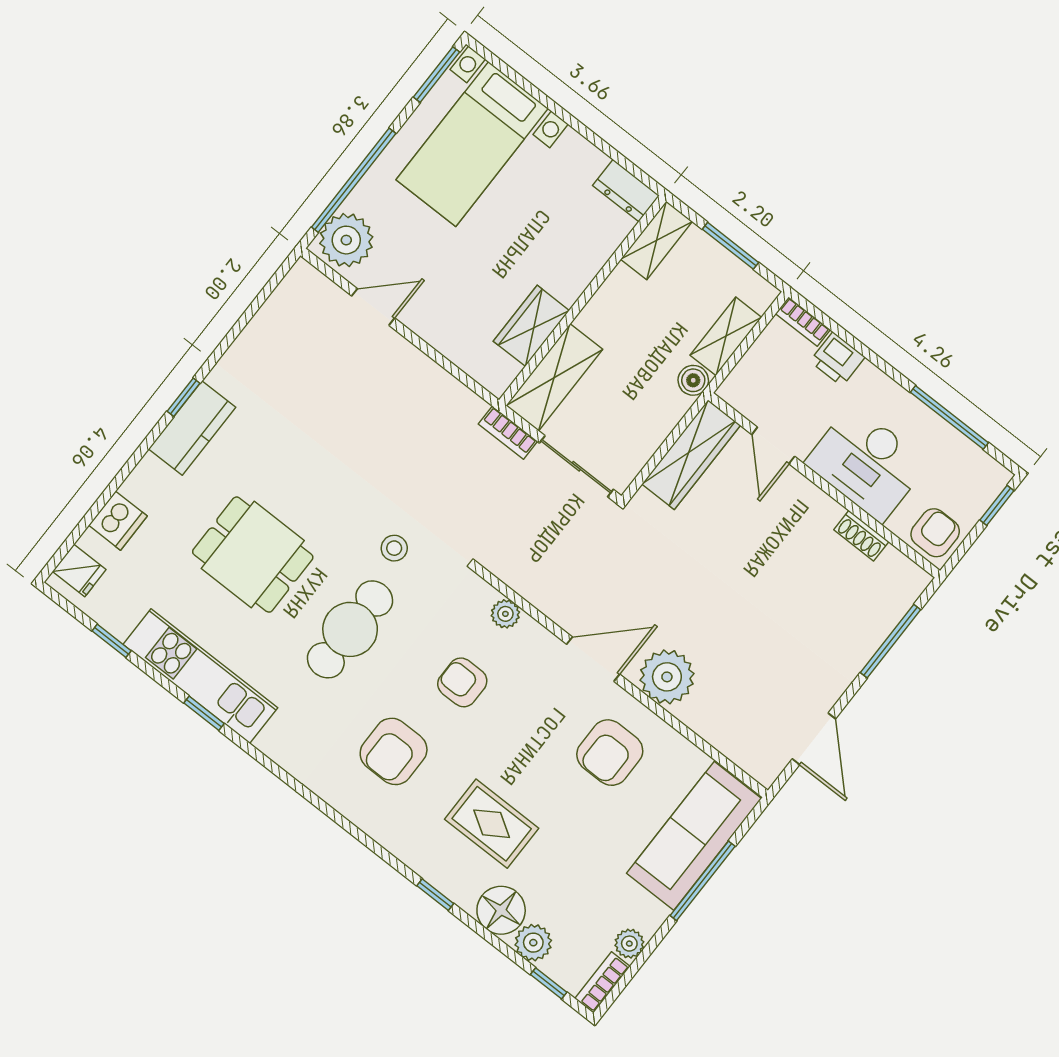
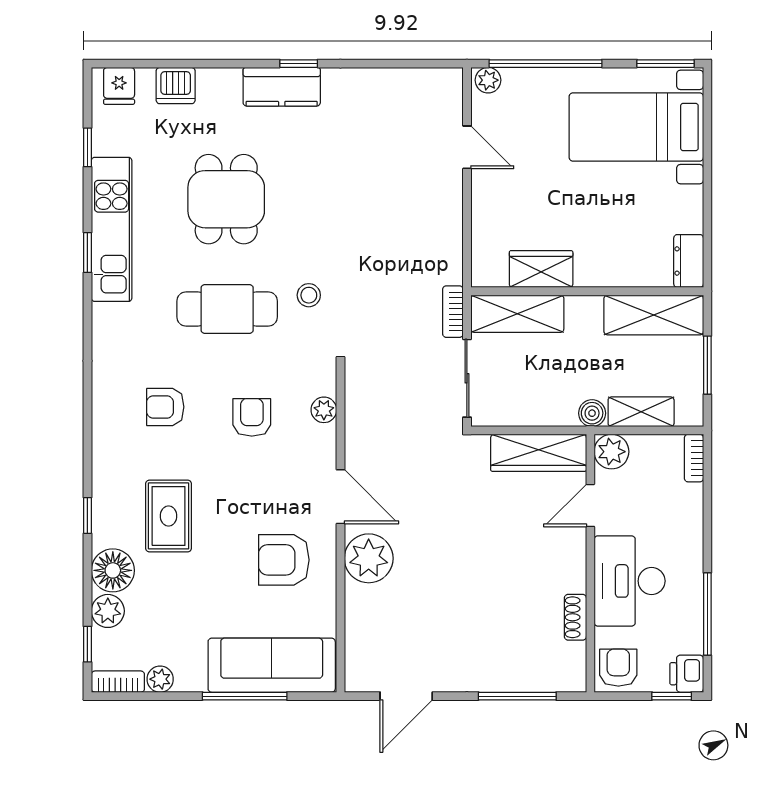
plant: (346, 240) -> (488, 80), width x0.53, depth x0.53
shelving: (657, 240) -> (654, 315), width x1.50, depth x1.33
printer: (838, 359) -> (687, 674), moved
plant: (740, 390) -> (611, 452), added
armchair: (935, 533) -> (618, 668), turned -90
armchair: (394, 751) -> (165, 407), width x0.72, depth x0.72

